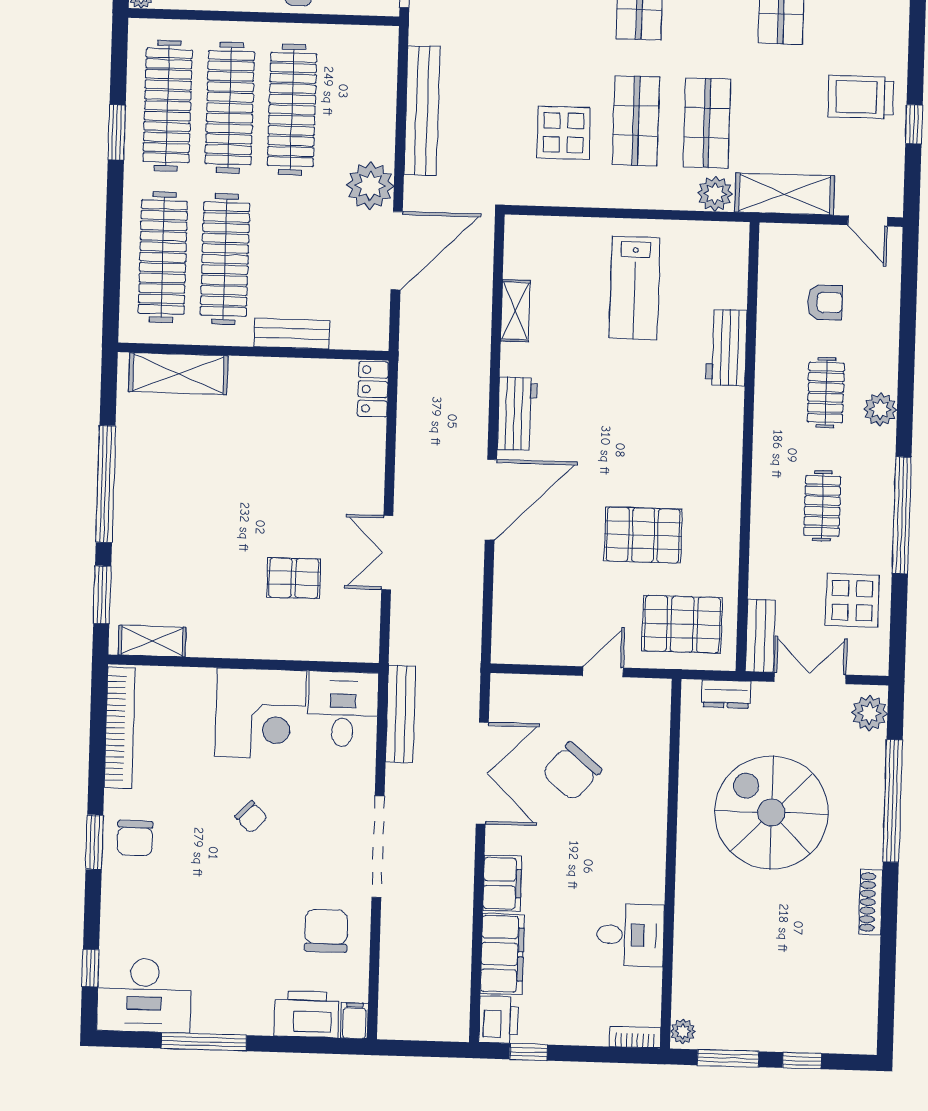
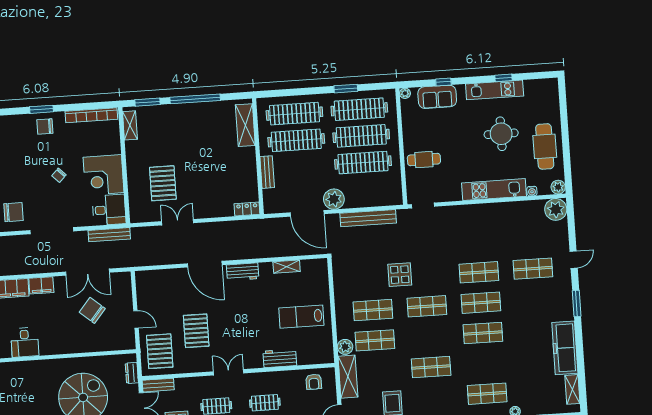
display table: (564, 133) -> (400, 275), moved
armchair: (825, 302) -> (314, 382), moved
double door: (747, 470) -> (229, 372), added
pallet: (294, 578) -> (163, 183), width x1.50, depth x1.42

